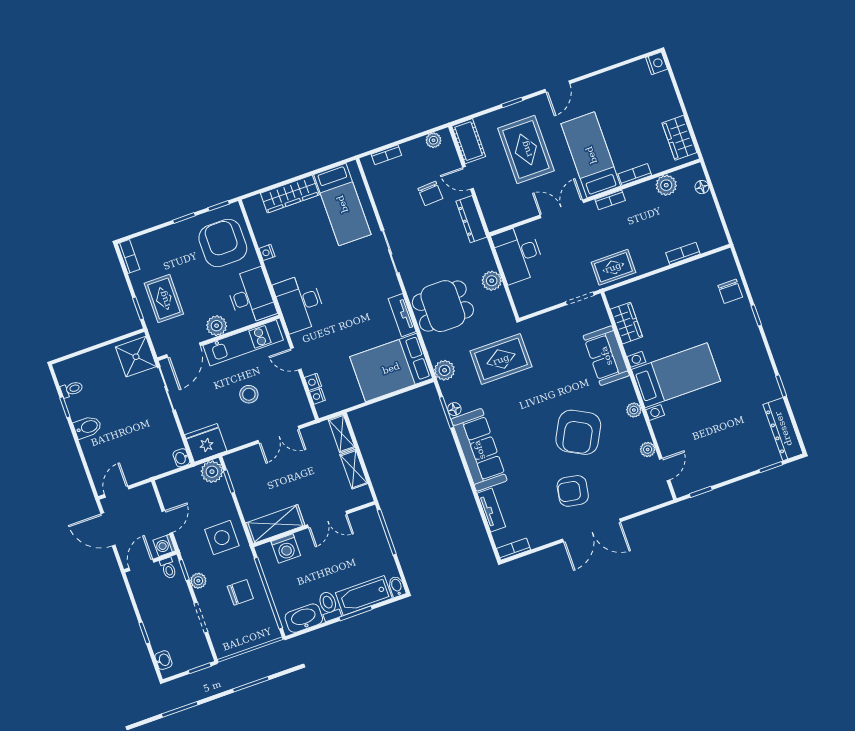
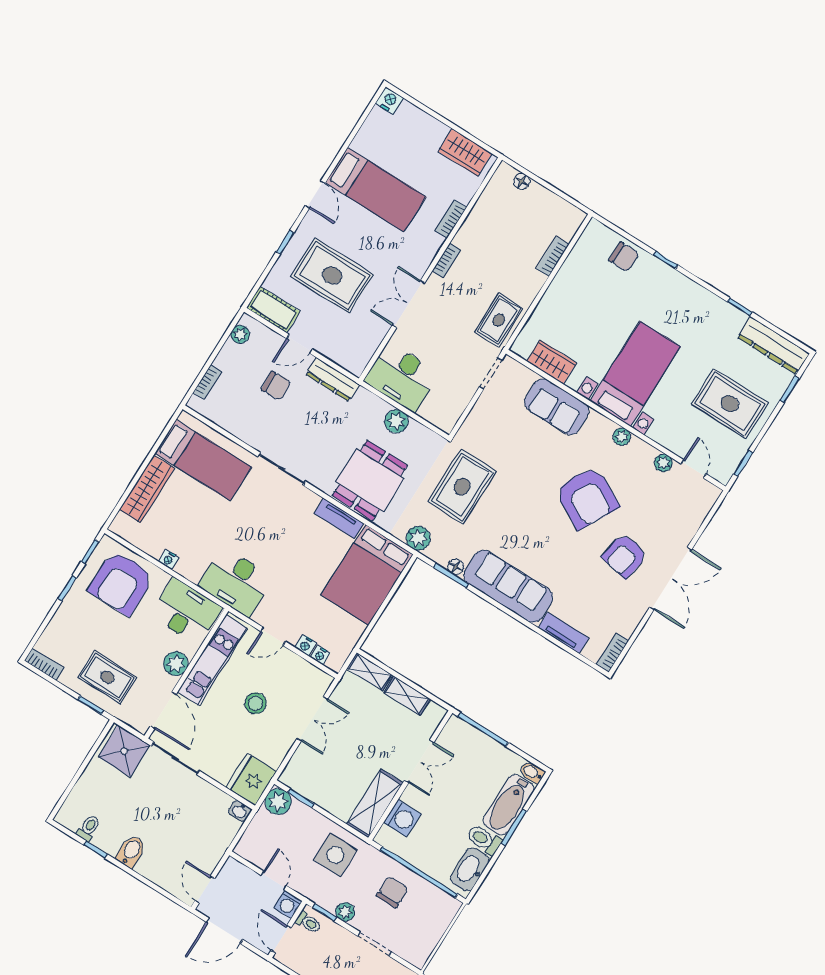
bed: (591, 155) -> (376, 190), moved, turned 180
plant: (666, 185) -> (487, 206), removed
armchair: (223, 243) -> (121, 583), turned -90
rug: (723, 445) -> (730, 404), added

